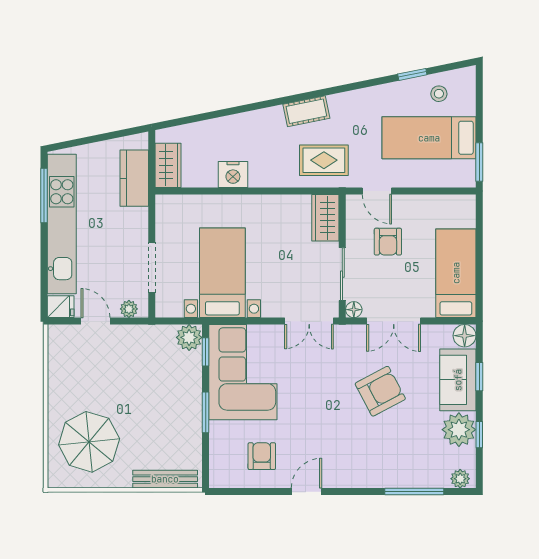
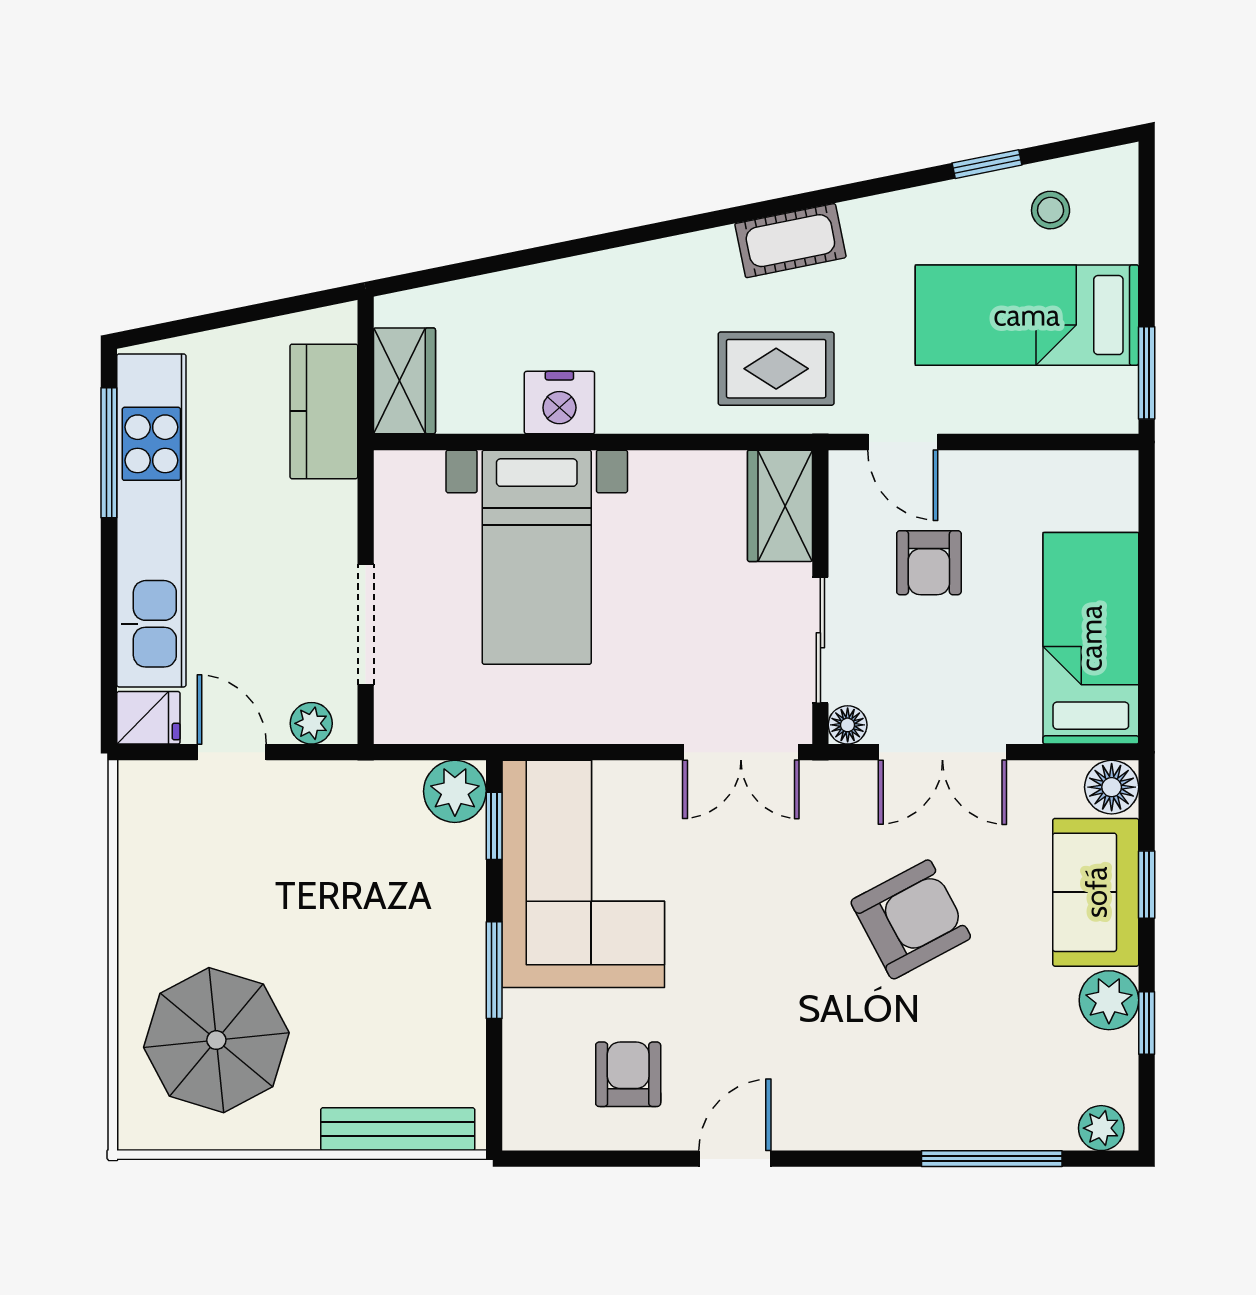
cot: (306, 111) -> (790, 241), moved
bed with nightstands: (222, 273) -> (537, 557), moved, turned 180
plant: (459, 430) -> (1109, 1000), width x0.73, depth x0.73

